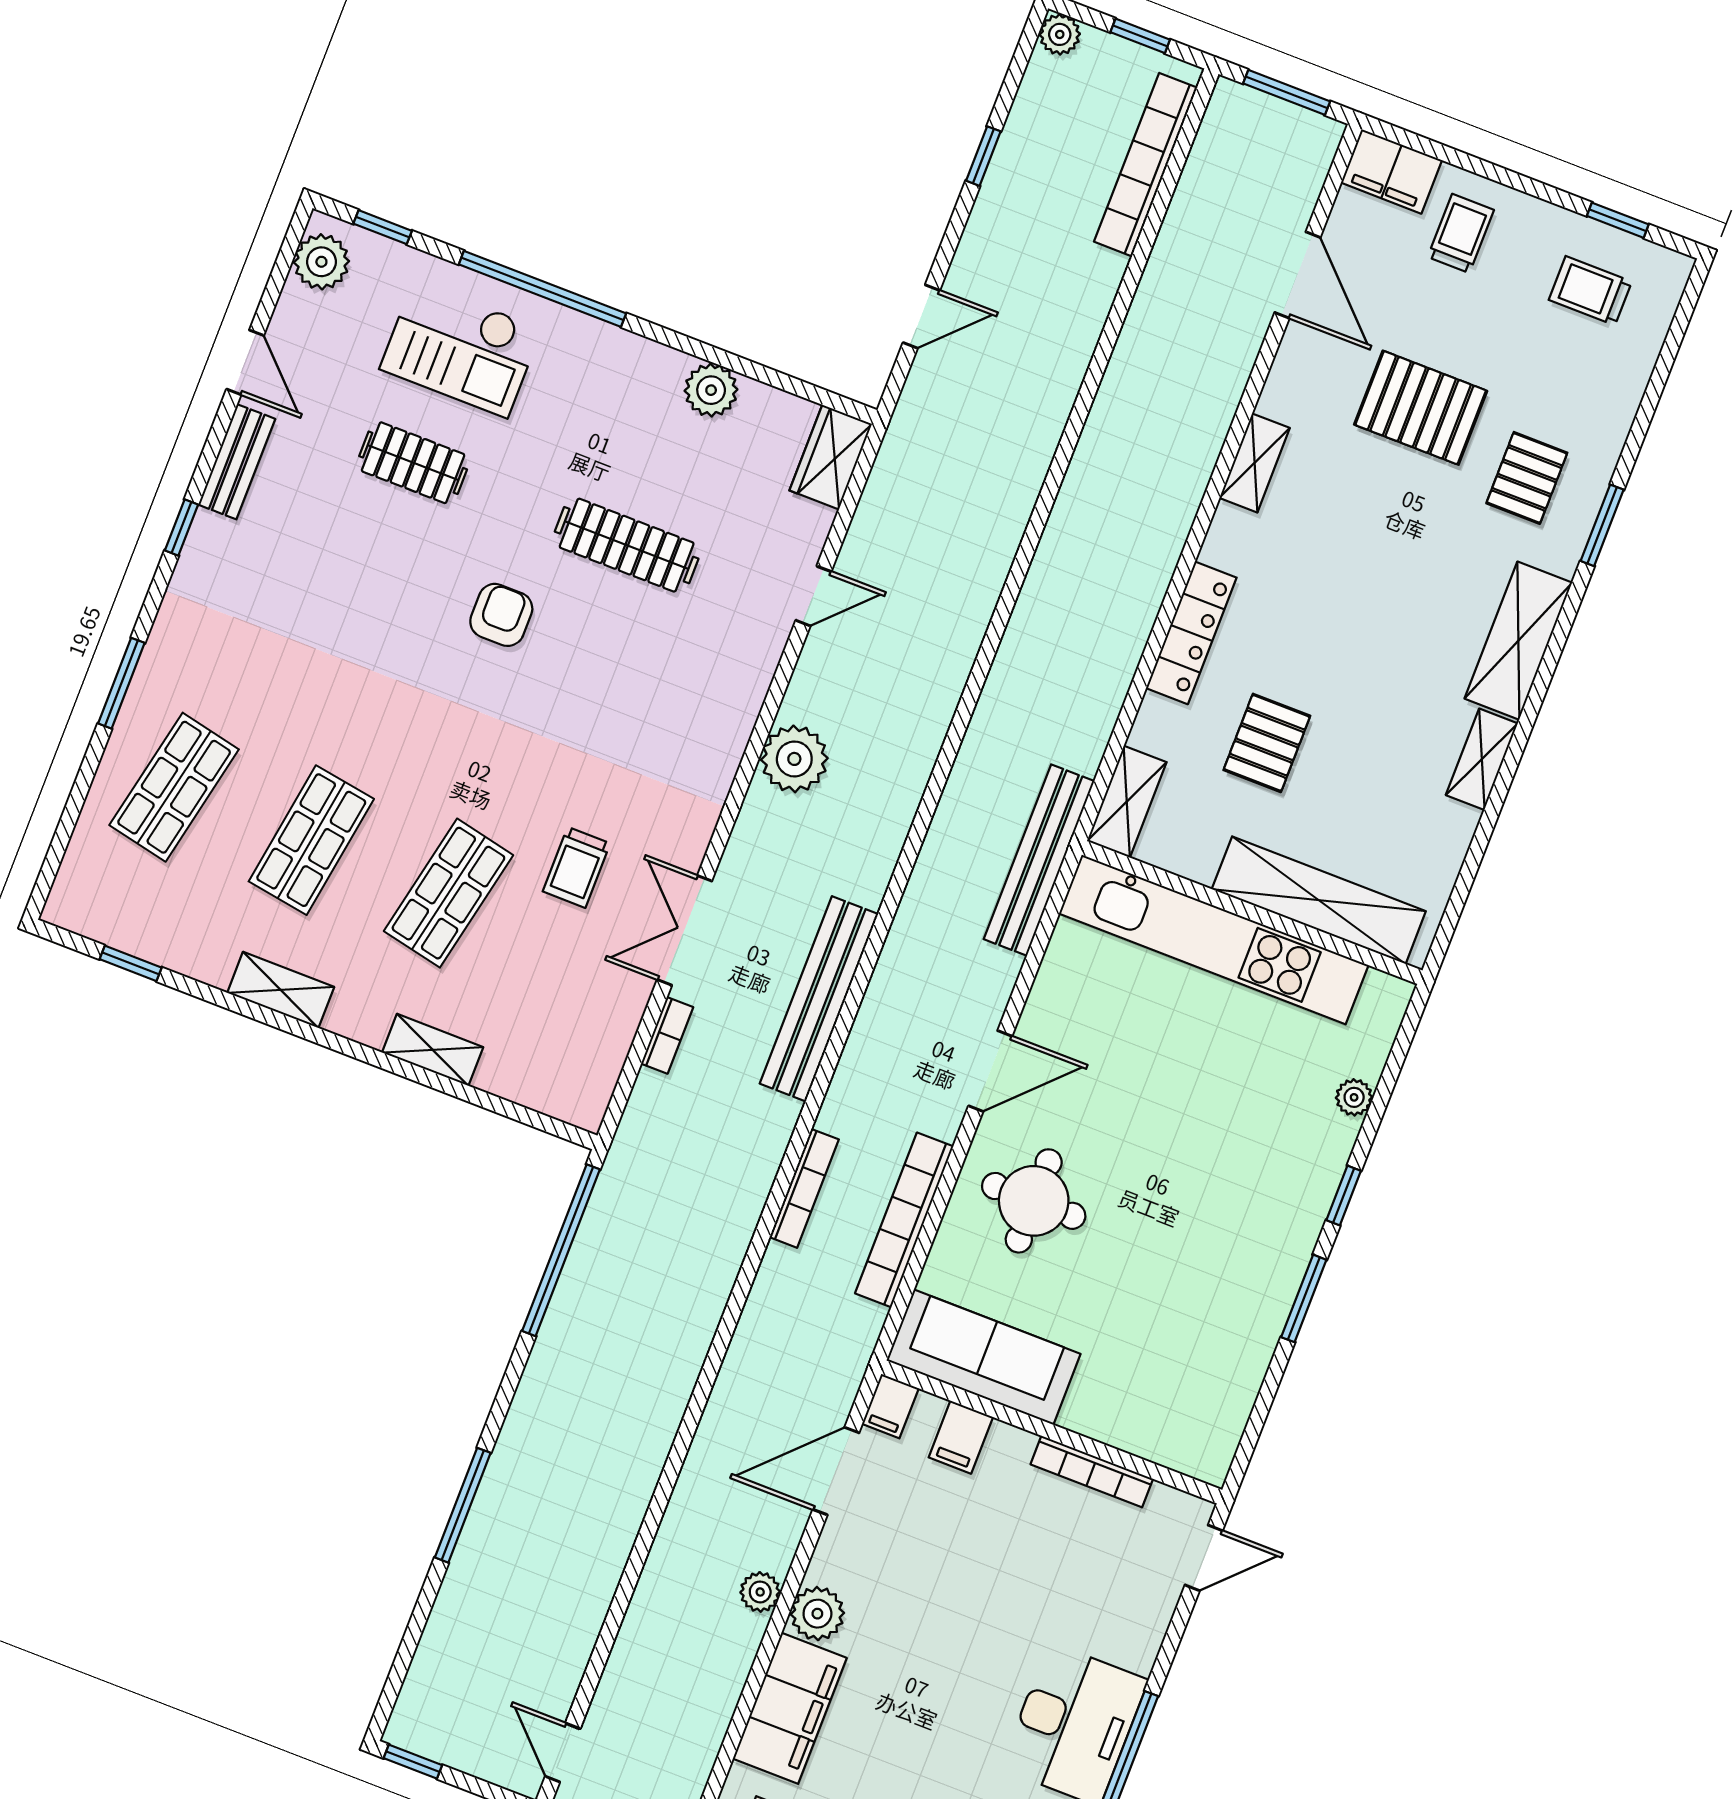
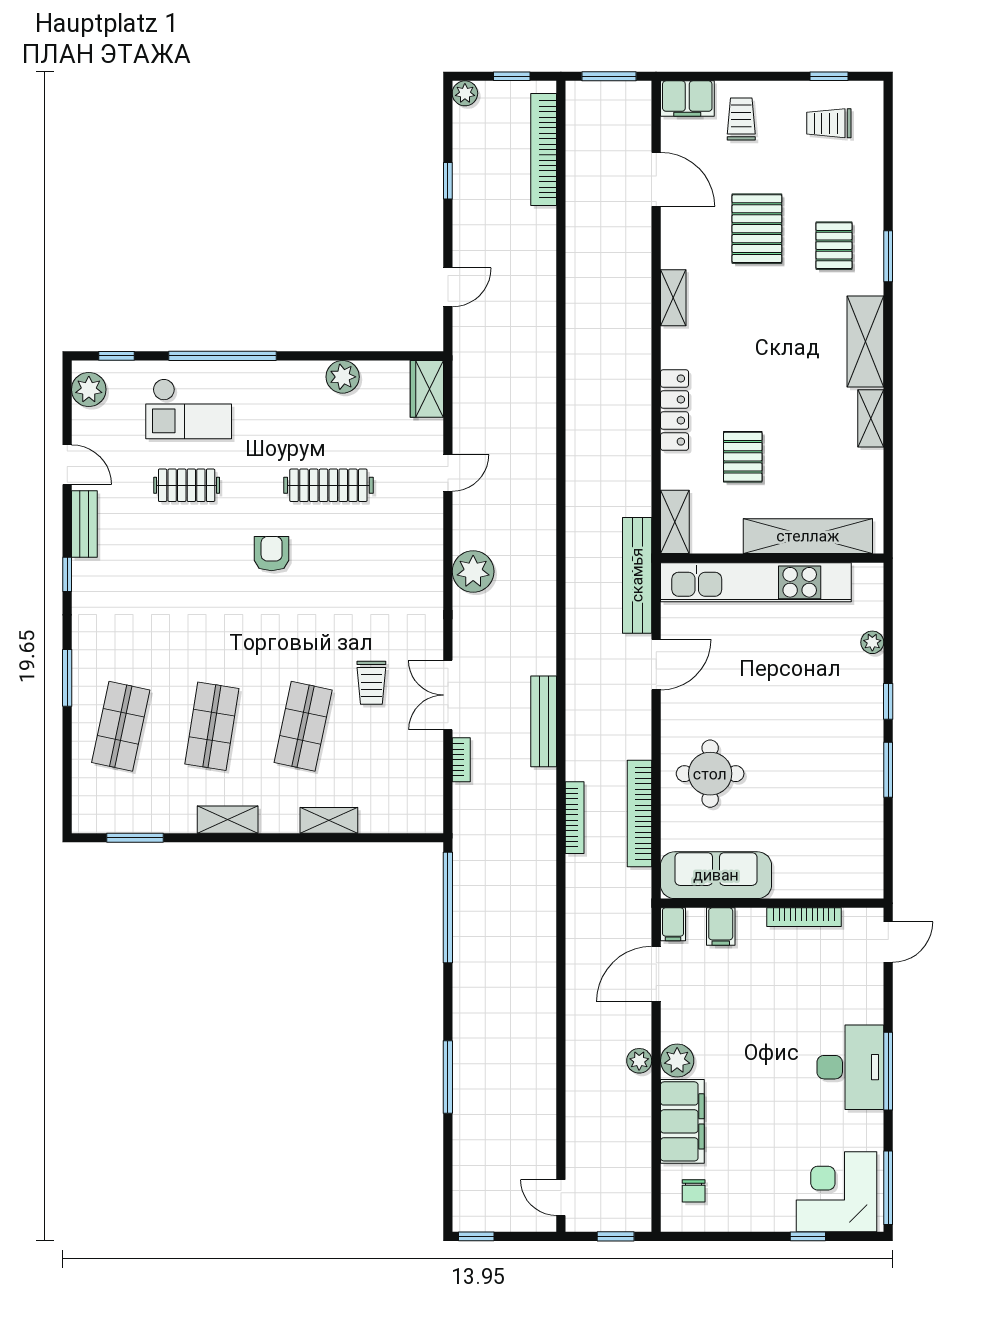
pallet: (1421, 408) -> (757, 229), turned 90
window: (131, 963) -> (135, 838), width x1.50
bench: (819, 999) -> (544, 721), width x0.73, depth x0.82
door: (990, 1071) -> (656, 665), moved

